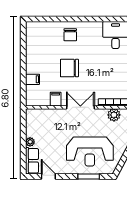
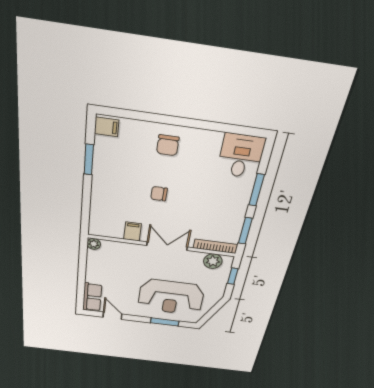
window: (23, 51) -> (89, 159), added
chair: (69, 68) -> (159, 194), width x0.54, depth x0.54
filing cabinet: (33, 79) -> (107, 127), moved
plant: (30, 142) -> (94, 244), moved

